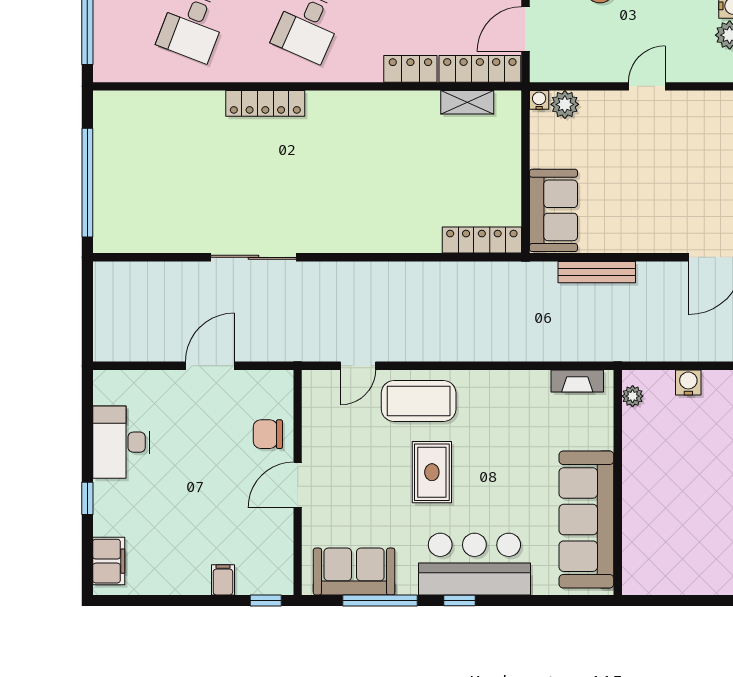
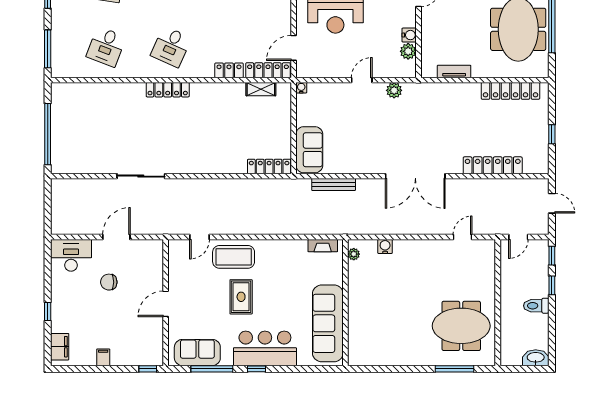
locker: (265, 103) -> (168, 90), moved
plant: (565, 104) -> (394, 90), moved
chair: (268, 434) -> (109, 282), moved
desk: (121, 442) -> (71, 255), moved, turned 90
filing cabinet: (223, 580) -> (103, 357), moved

